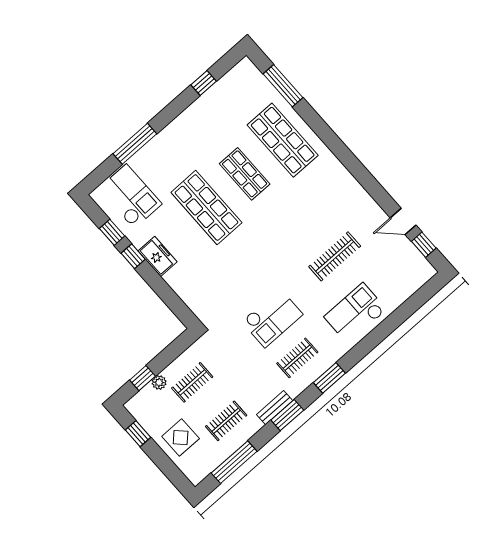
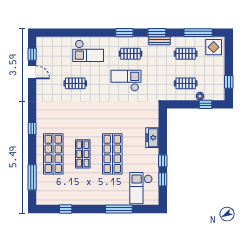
window: (339, 149) -> (32, 128), added
freezer: (158, 256) -> (152, 138), moved
clothes rail: (335, 256) -> (75, 83), width x0.73
display table: (181, 438) -> (214, 47), moved

